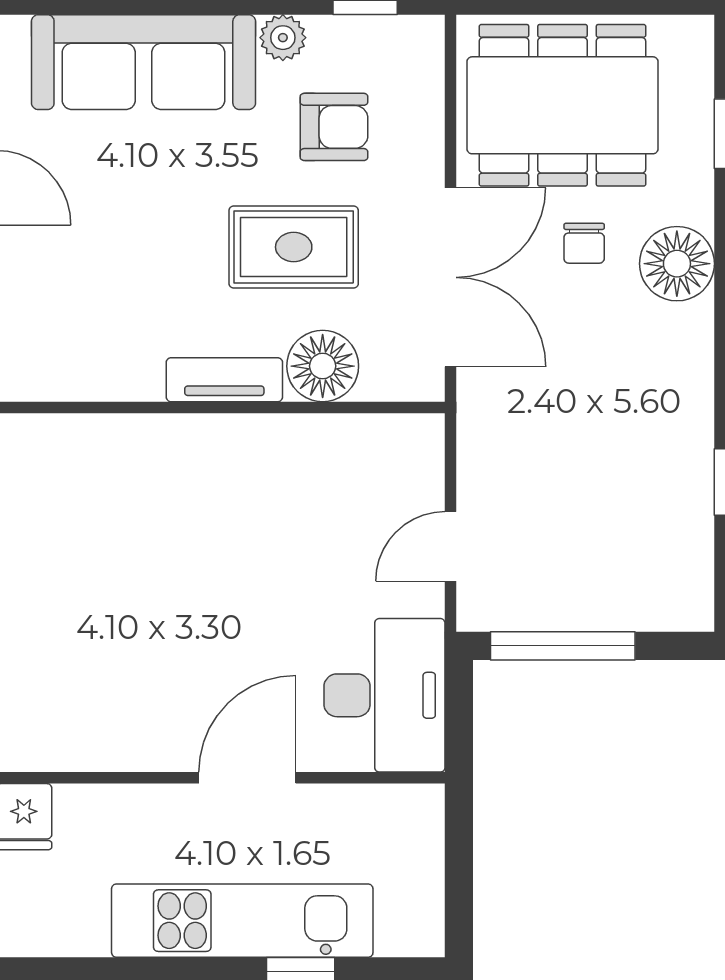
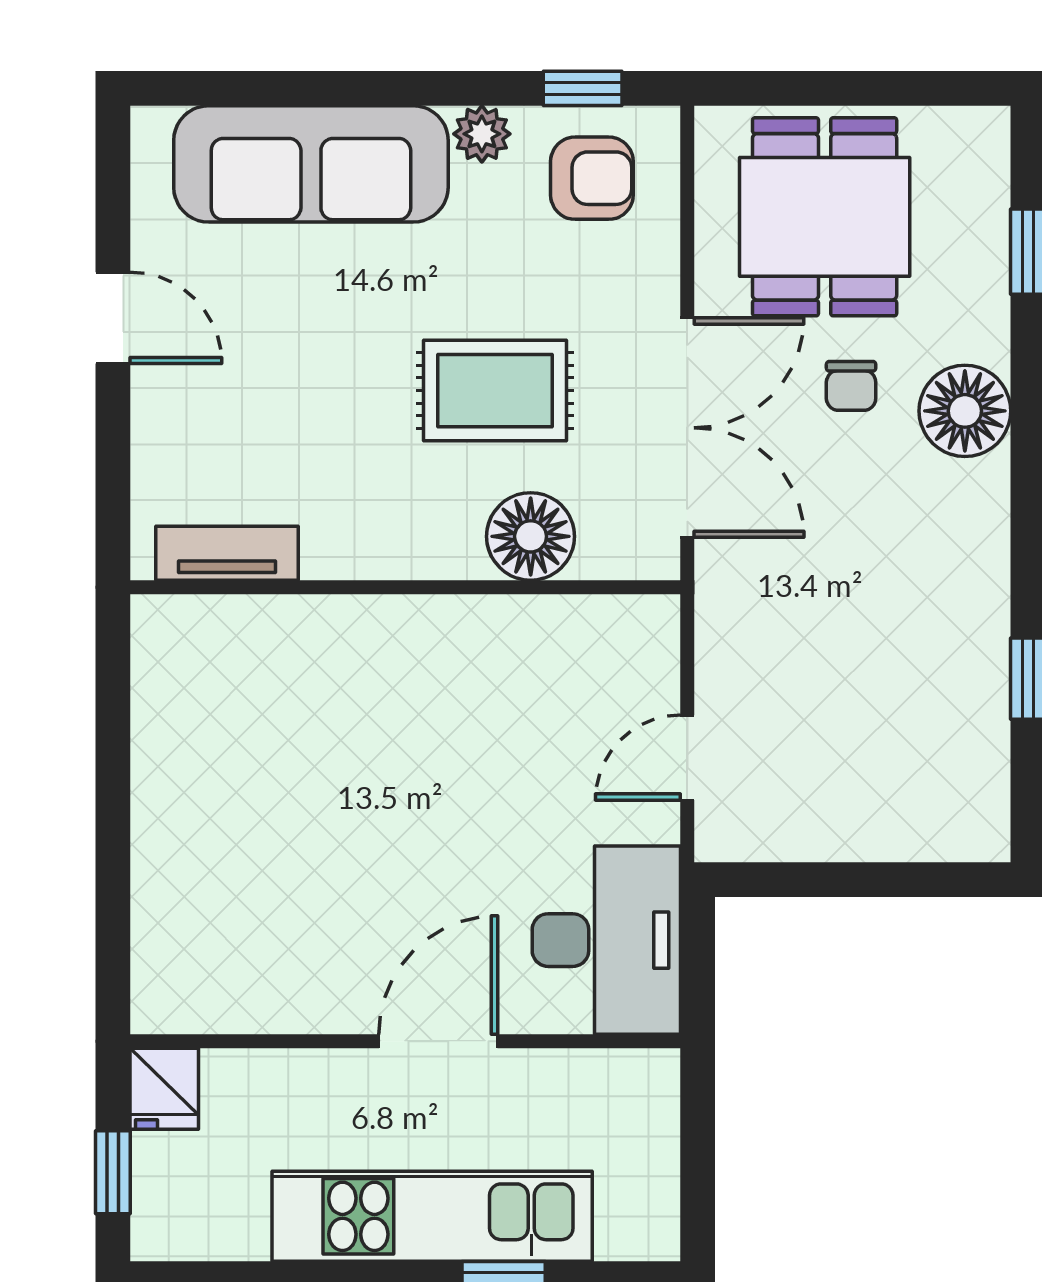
dining table: (562, 105) -> (825, 217), width x0.73
armchair: (334, 127) -> (592, 178), moved
tv unit: (224, 380) -> (227, 553), moved
window: (563, 646) -> (825, 880), removed

